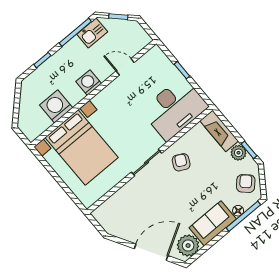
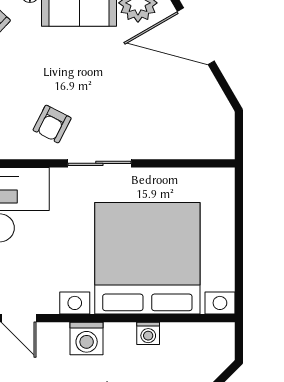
washing machine: (56, 106) -> (148, 333), width x0.53, depth x0.53
bed with nightstands: (82, 147) -> (147, 258), width x1.36

